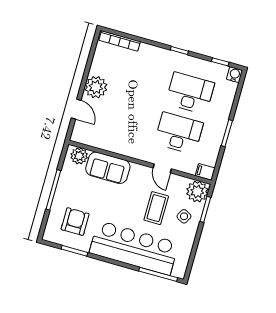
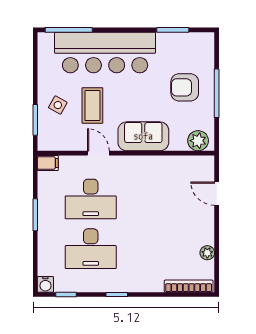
plant: (96, 87) -> (207, 253), moved, width x0.53, depth x0.53
sofa: (108, 168) -> (143, 136), moved
plant: (197, 191) -> (51, 138), removed
armchair: (75, 222) -> (185, 87), moved, turned 90

